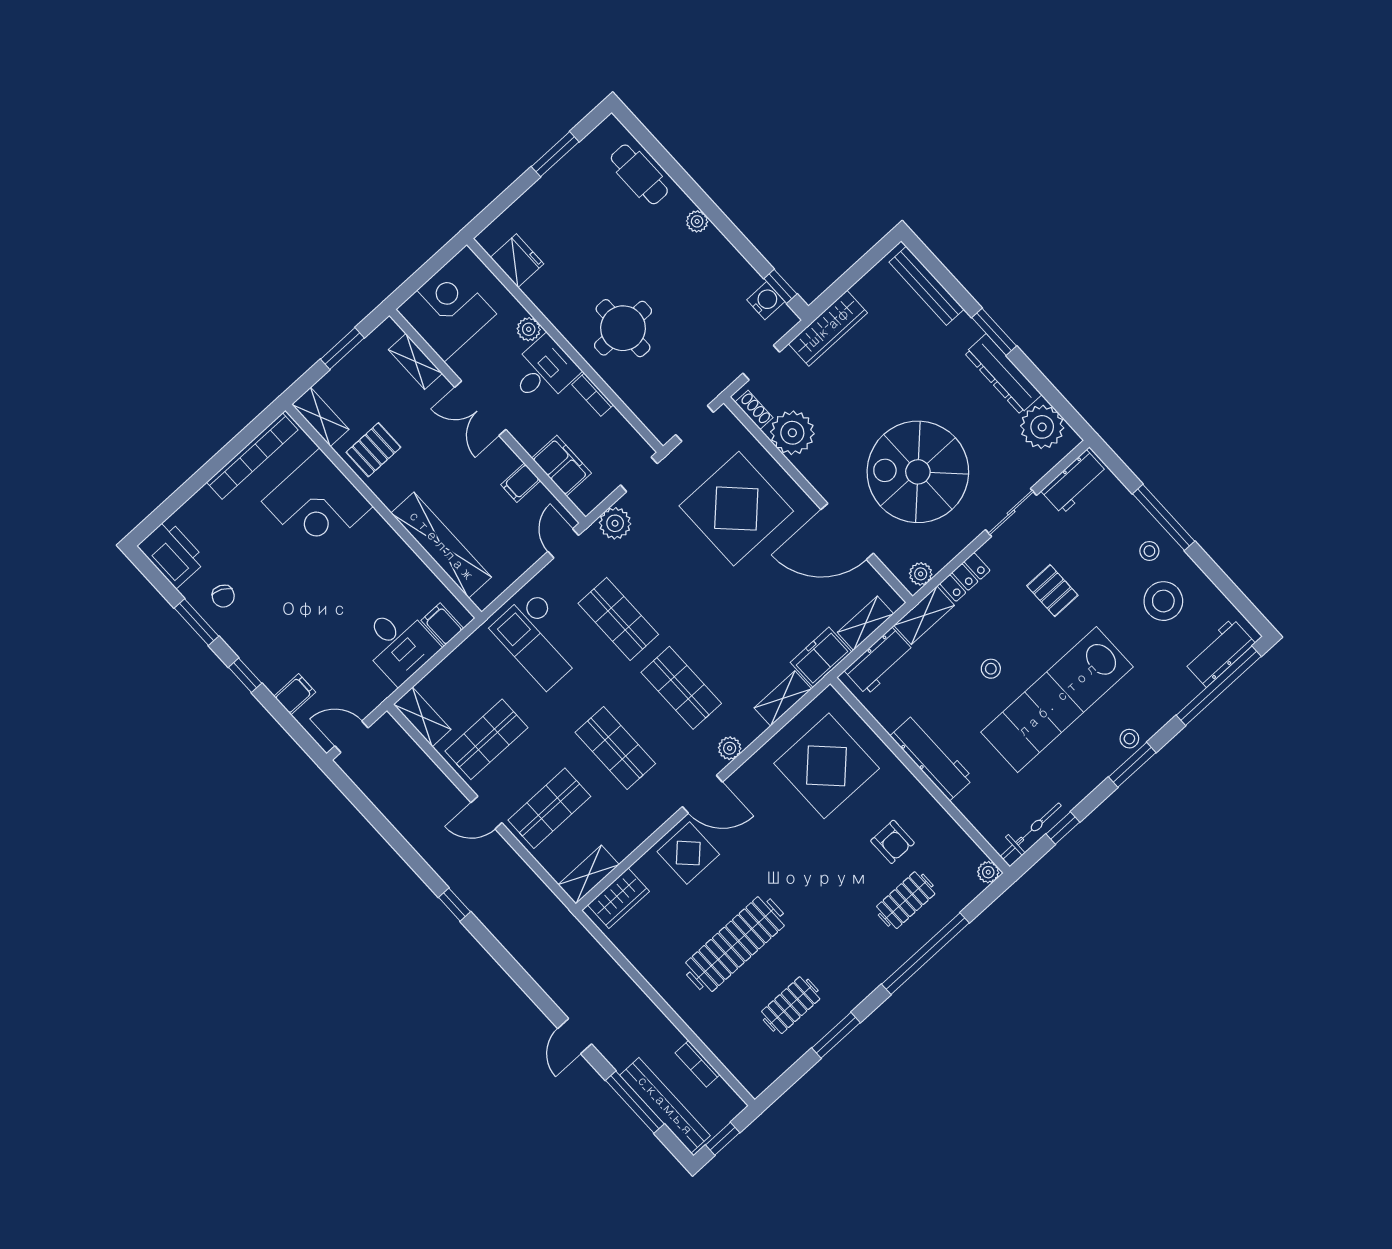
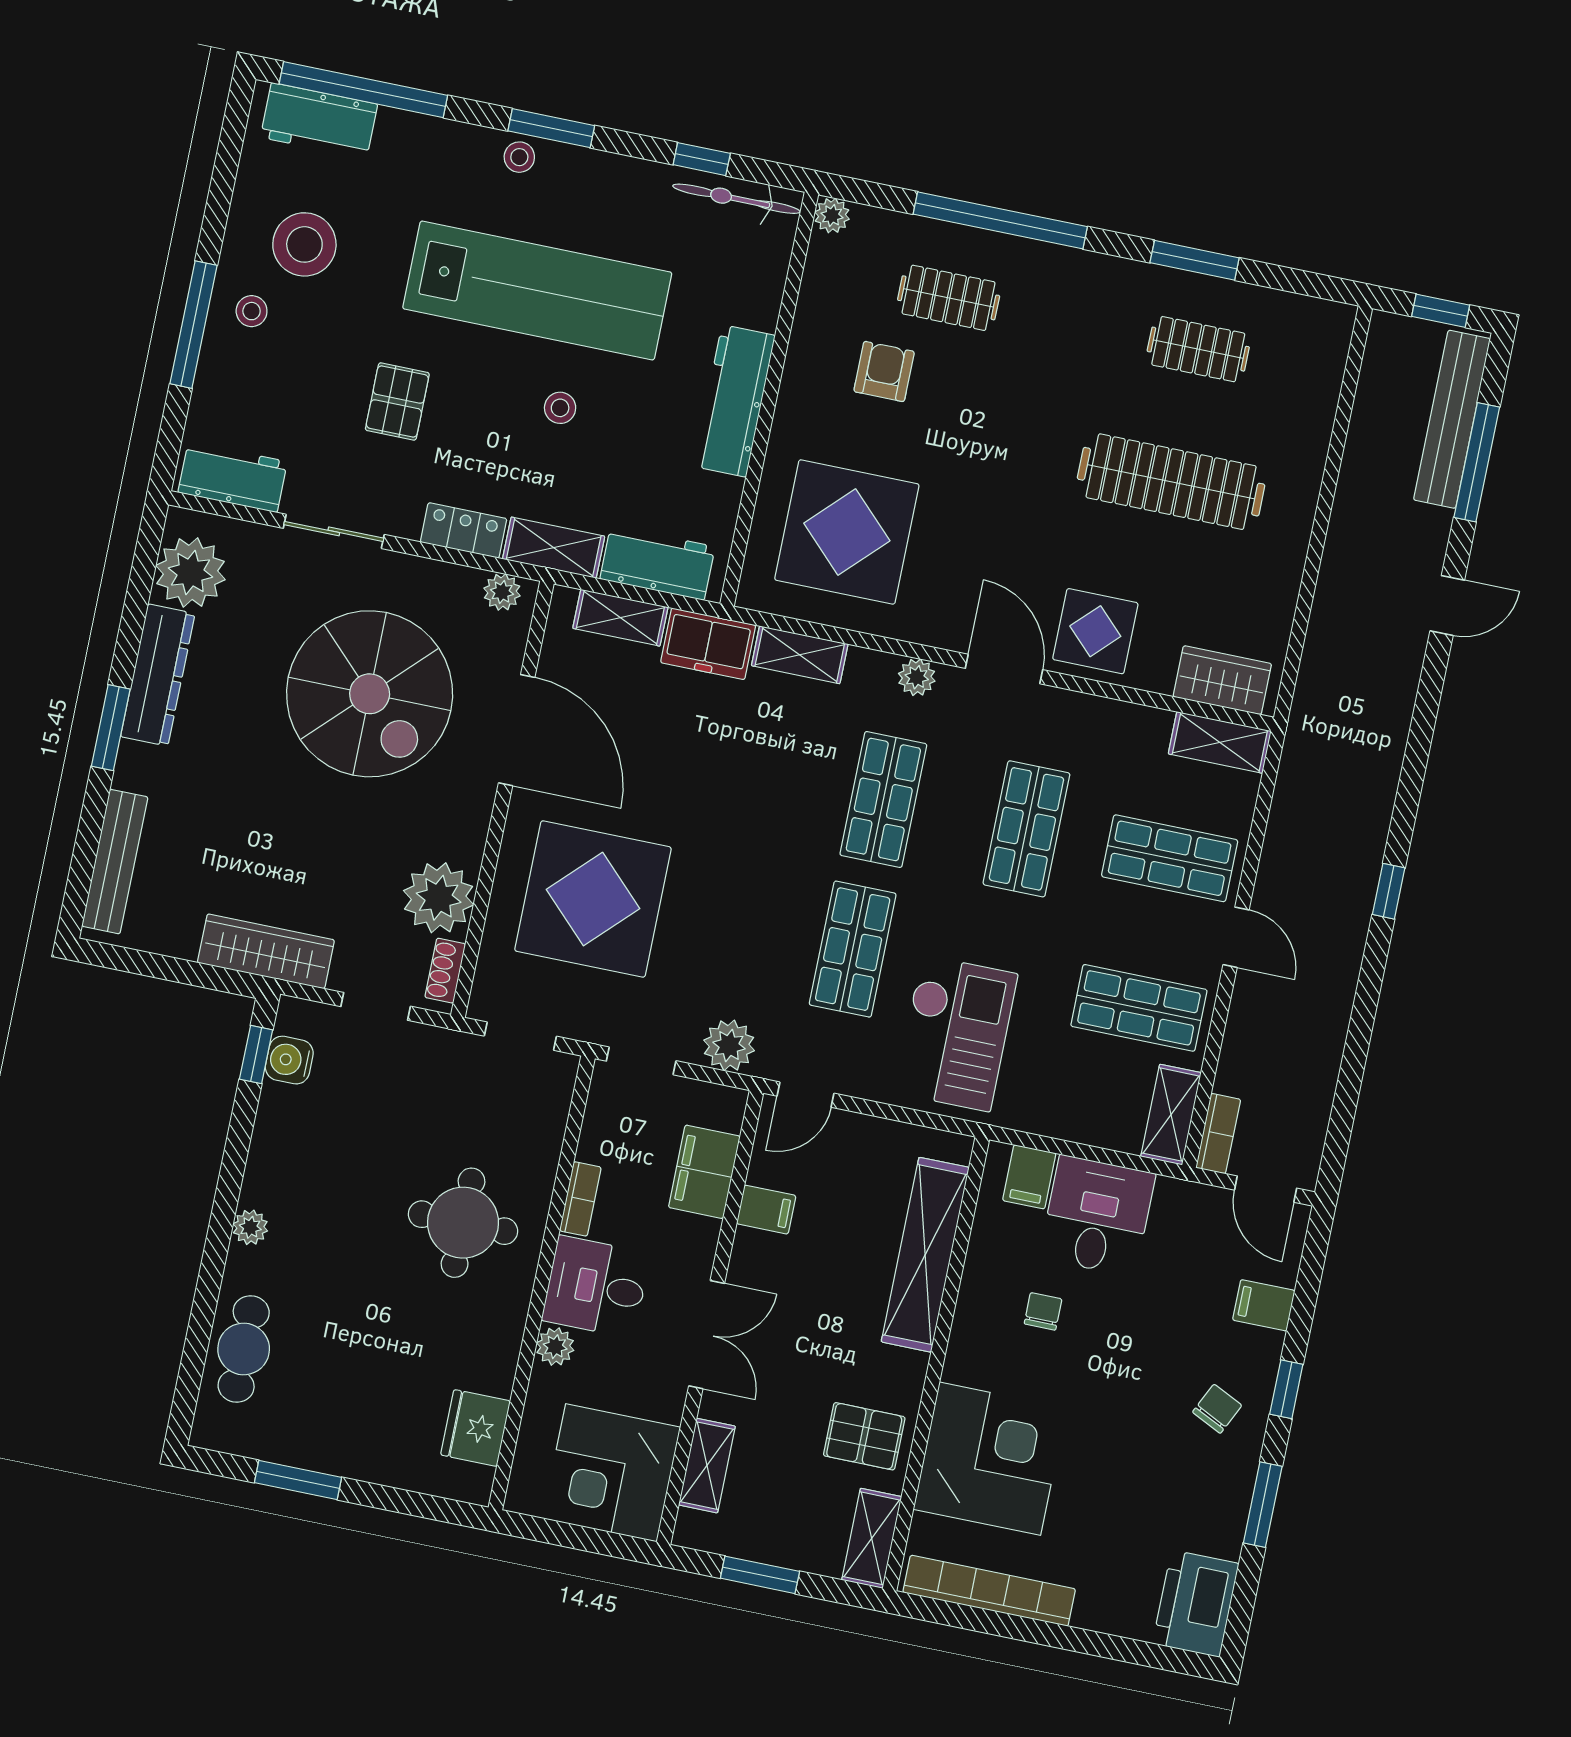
chair: (371, 583) -> (1043, 1311), added
chair: (223, 596) -> (1217, 1409), moved
bookcase: (698, 1064) -> (1218, 1134), moved

